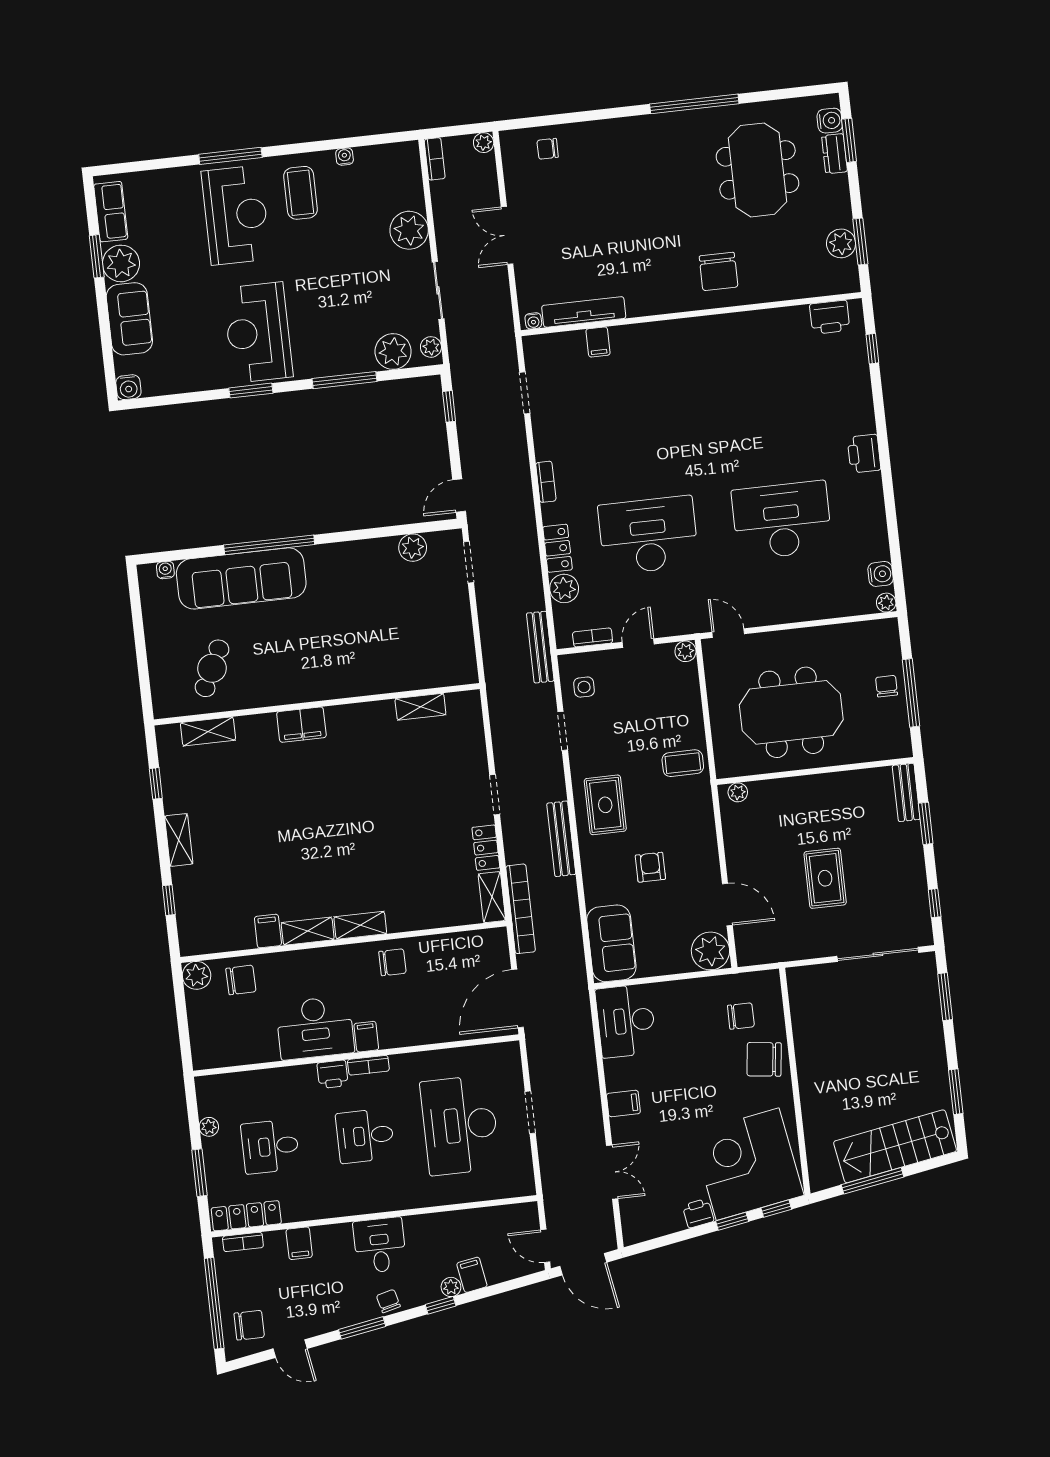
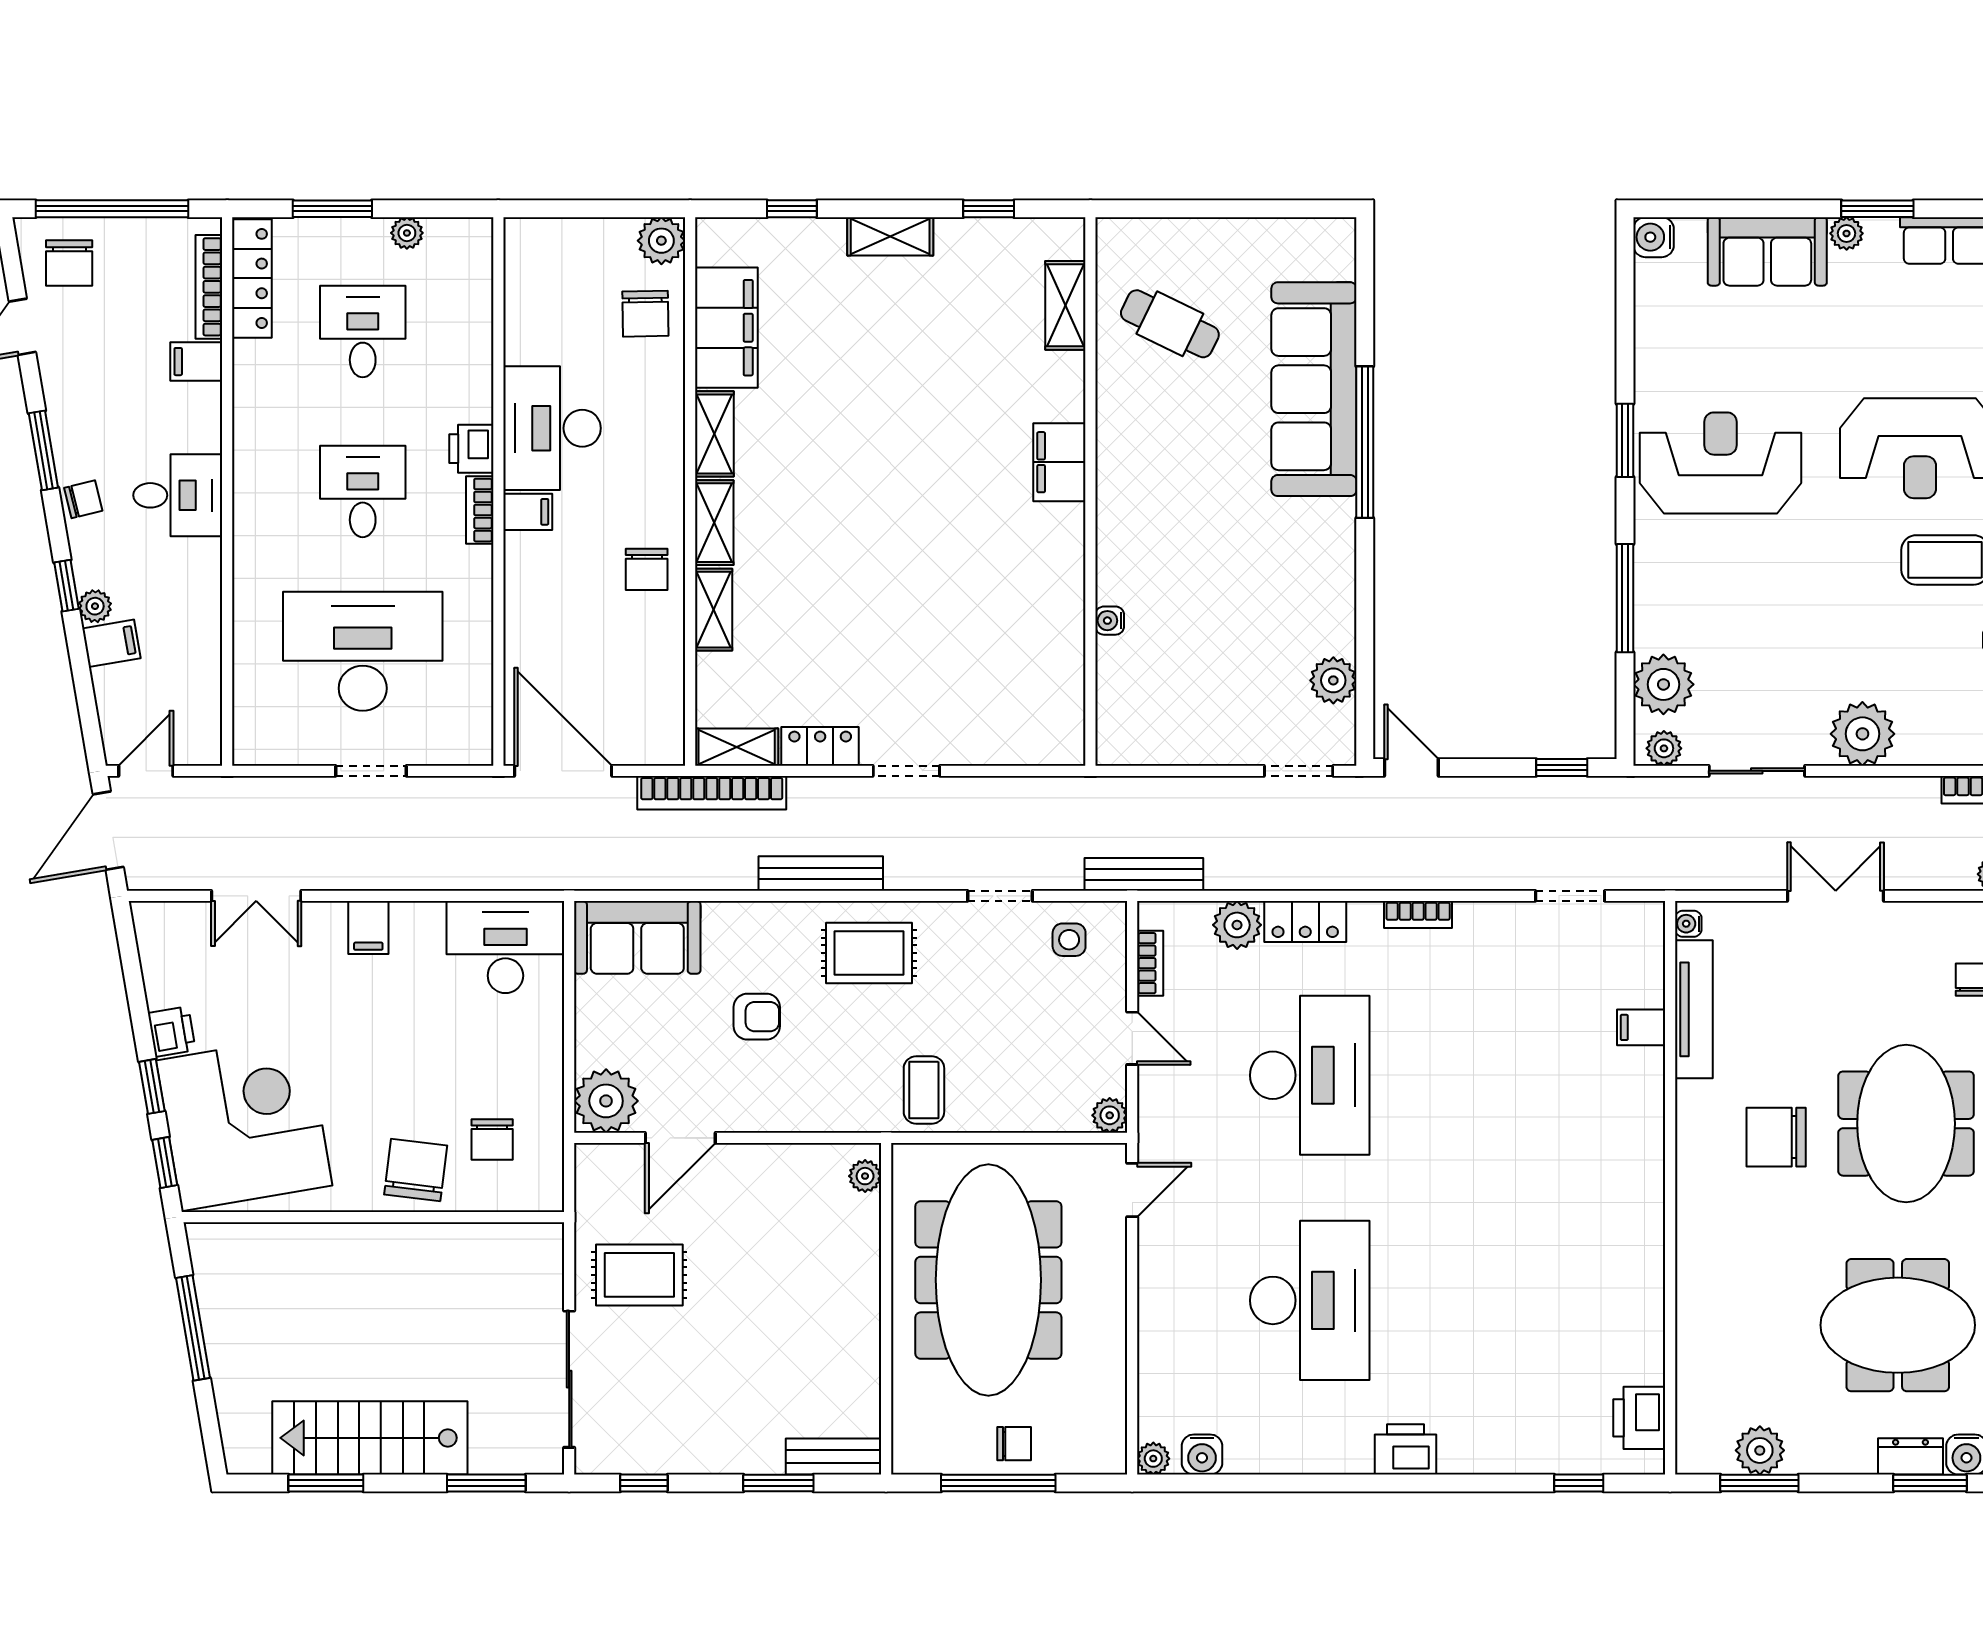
meeting table: (637, 178) -> (1906, 1124), added
plant: (121, 263) -> (1847, 233), width x0.53, depth x0.53
chair: (719, 271) -> (1776, 1137), moved
water cooler: (165, 570) -> (1110, 621), moved, turned 180
shelving: (420, 707) -> (714, 610), moved
meeting table: (791, 712) -> (988, 1280), width x1.36
rug: (825, 878) -> (639, 1275), moved
filing cabinet: (268, 931) -> (726, 328), width x3.00, depth x1.17
stairs: (895, 1146) -> (370, 1438), moved, turned -80
bookcase: (243, 1242) -> (209, 287), width x1.56

